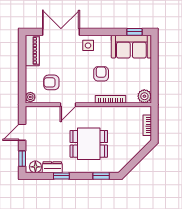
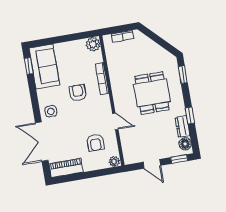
armchair: (101, 74) -> (78, 93), turned 90

